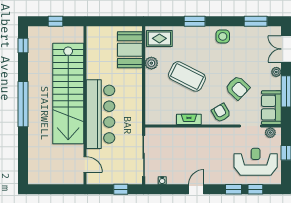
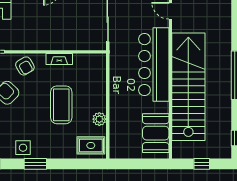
window: (195, 21) -> (35, 164), moved
booth: (130, 50) -> (156, 133), moved
coffee table: (187, 76) -> (61, 105), turned 63

